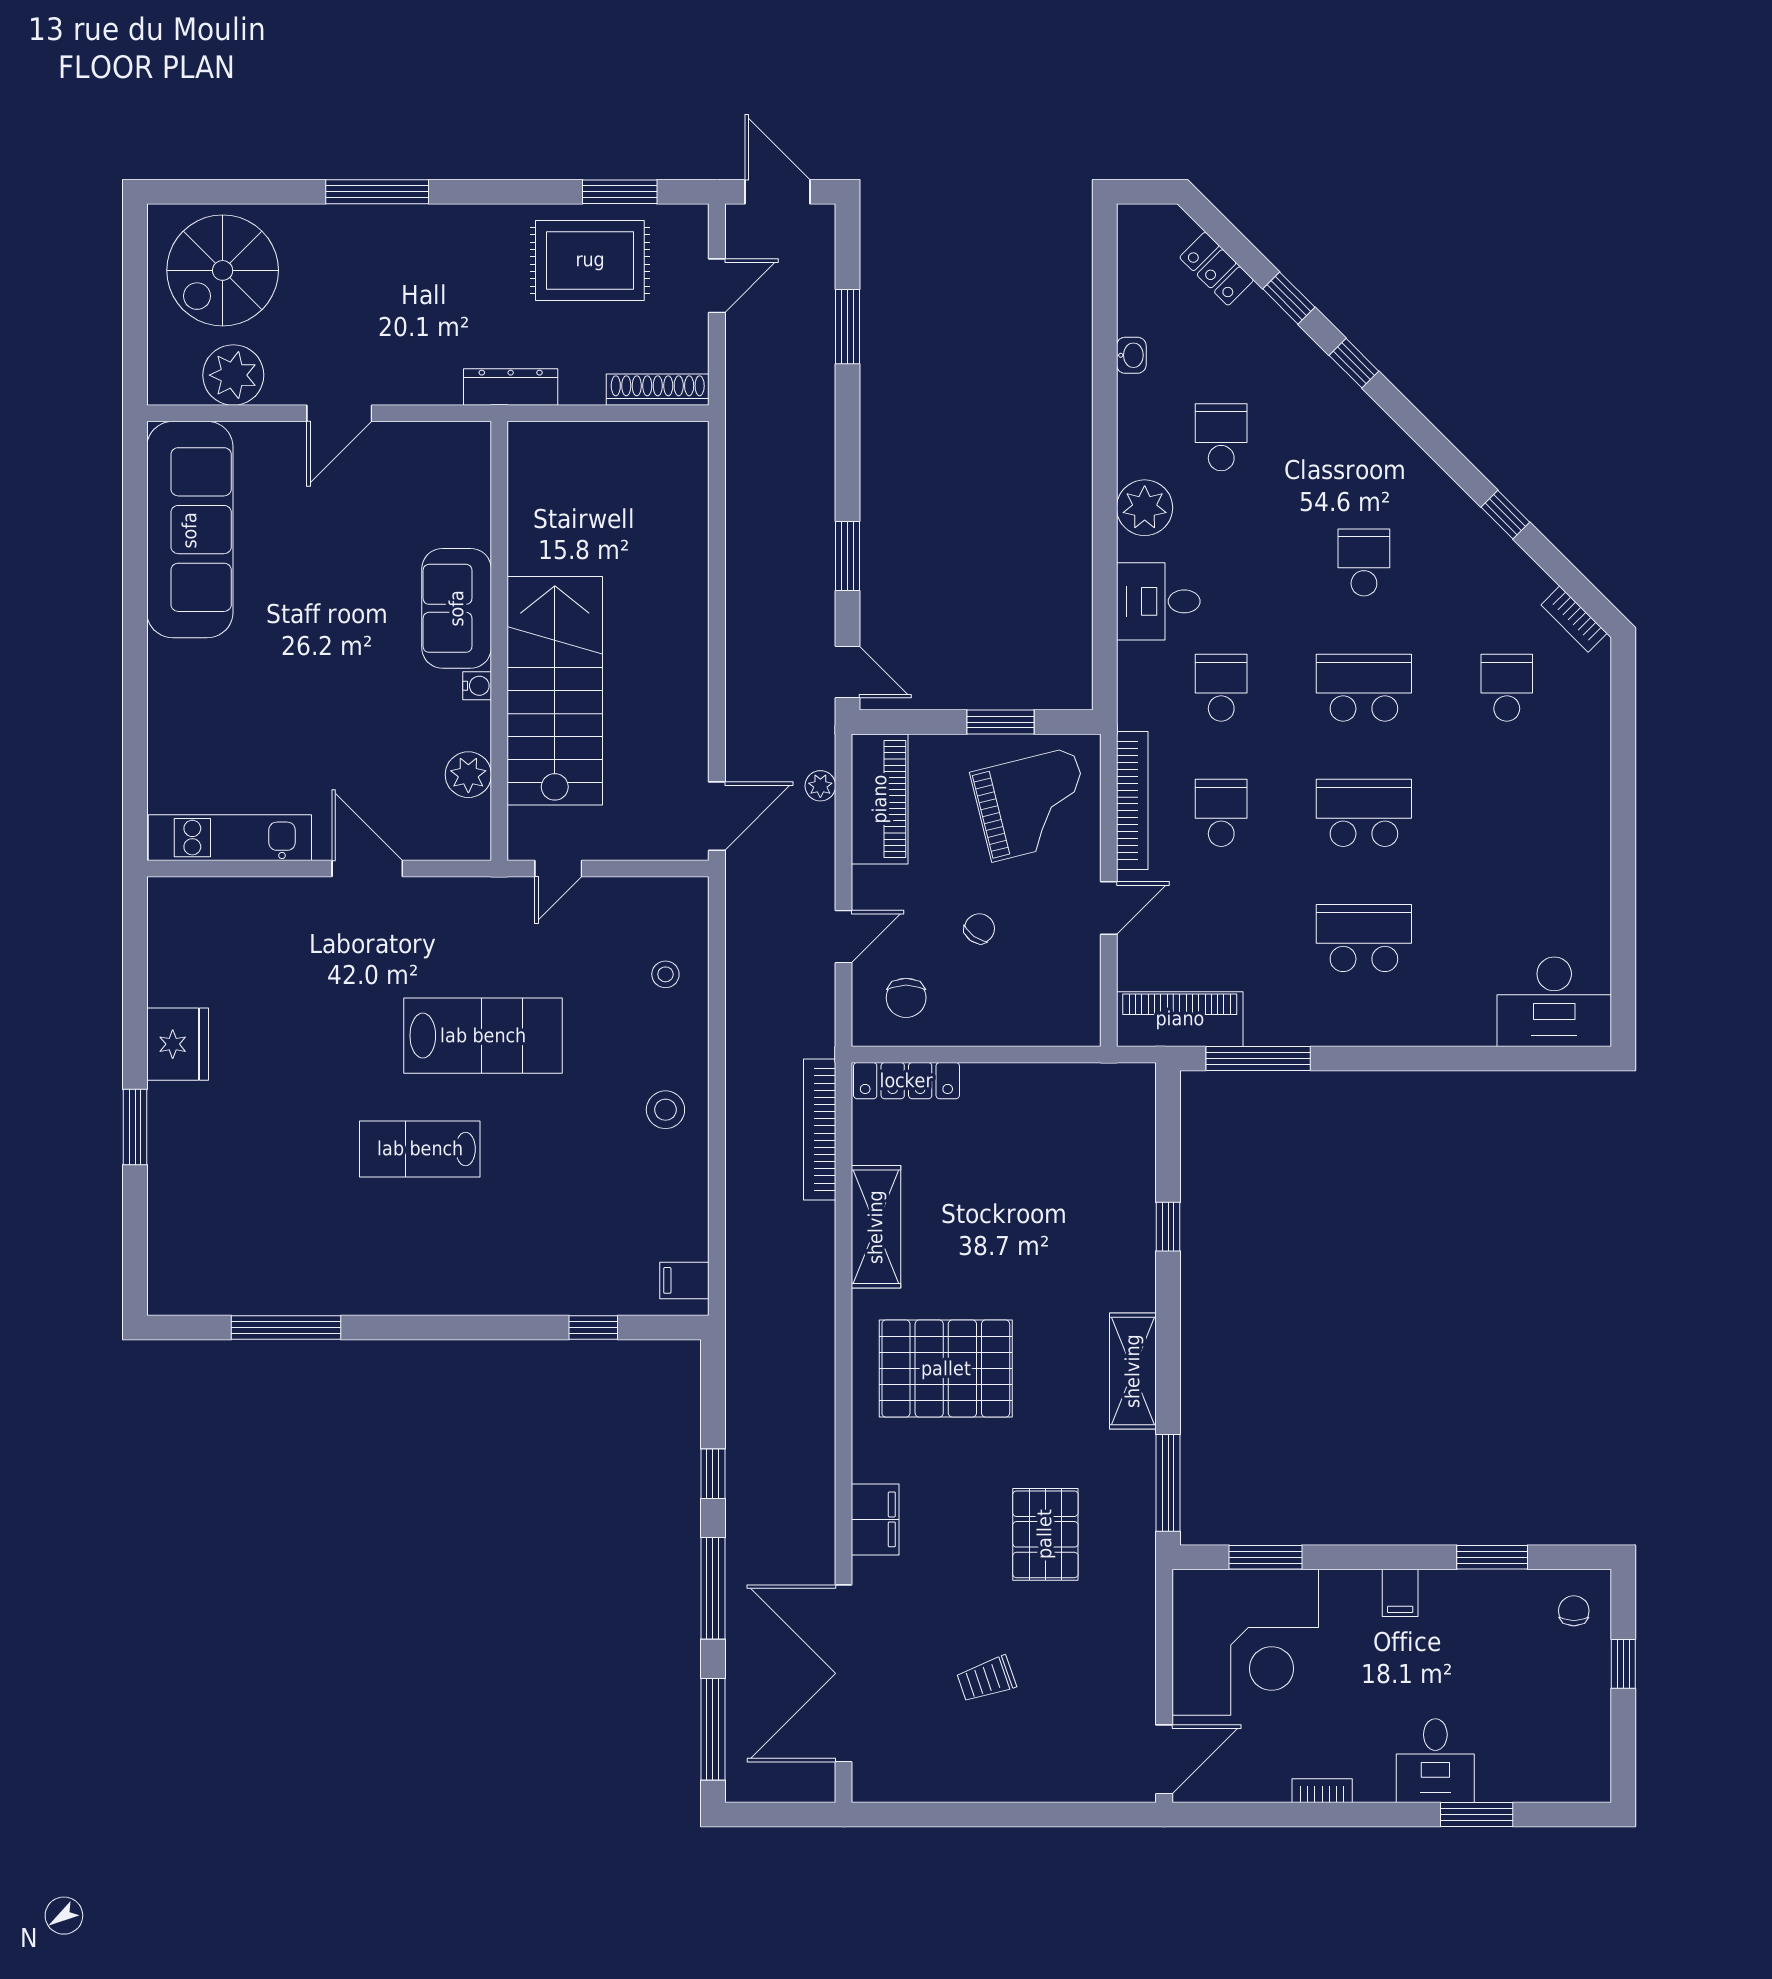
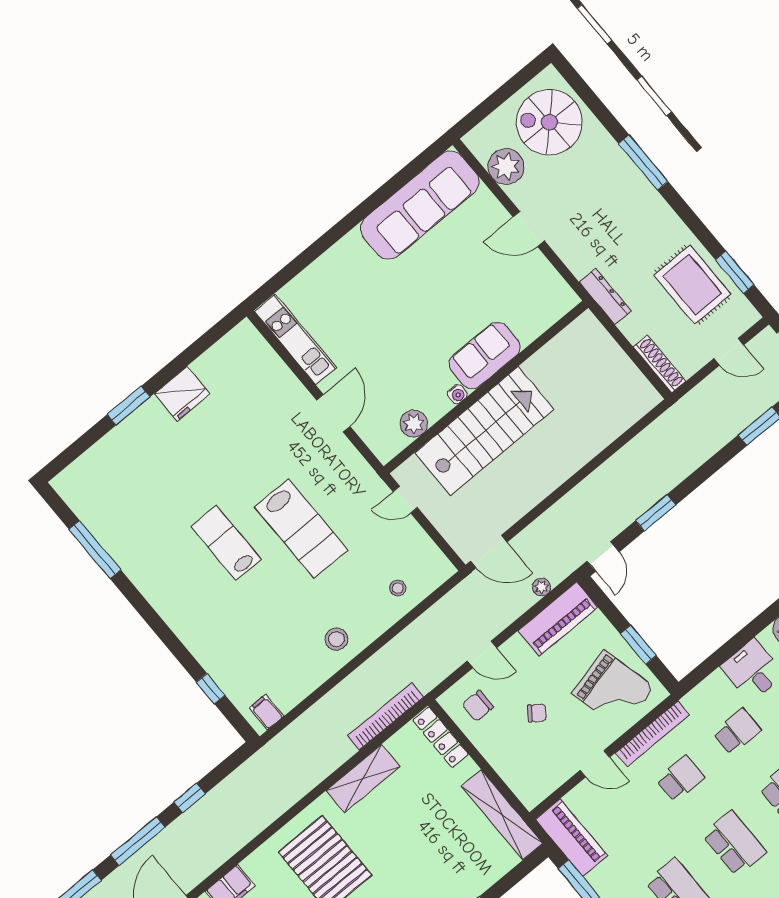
shelving: (1074, 1085) -> (502, 815), added

